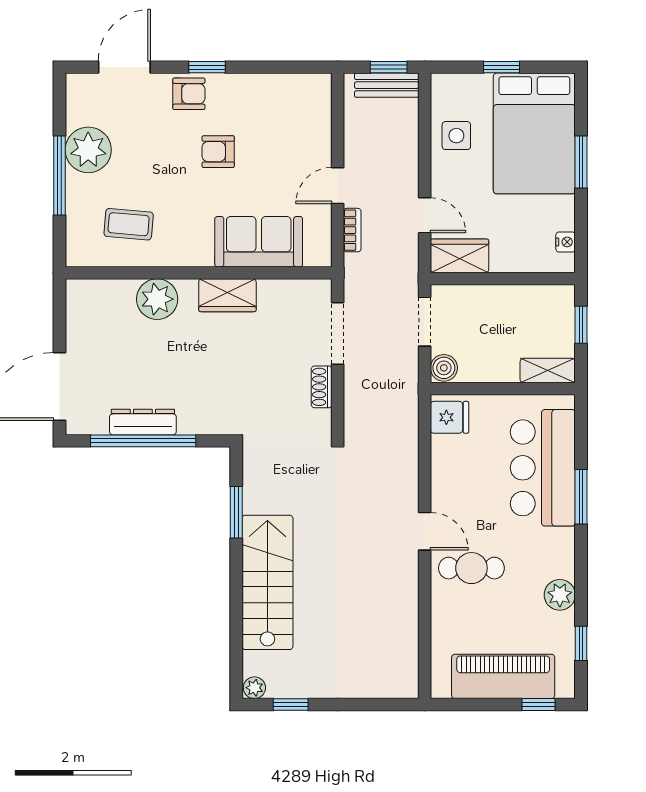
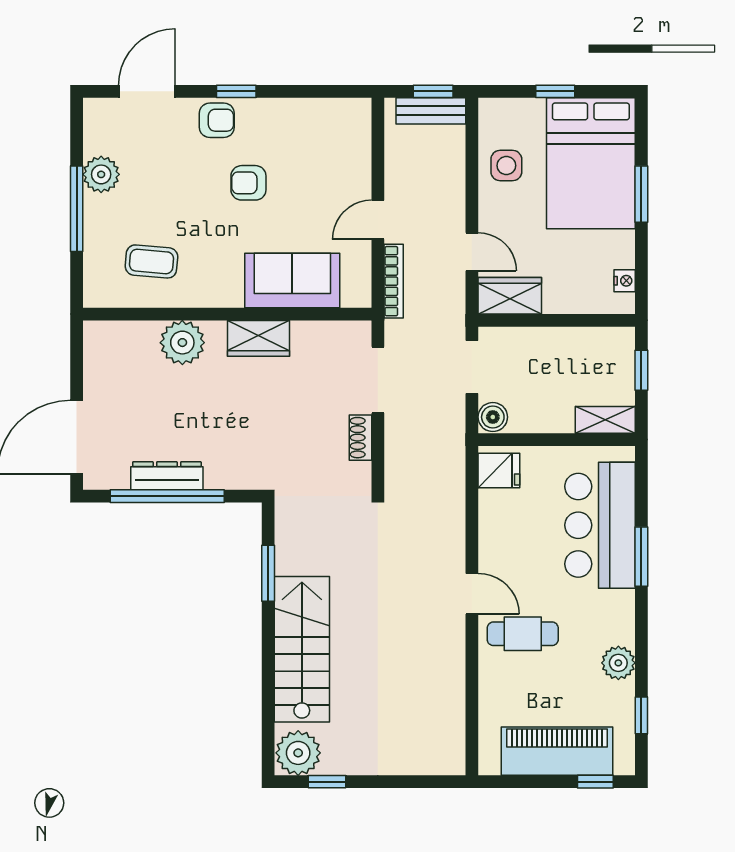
plant: (88, 150) -> (101, 174), width x0.73, depth x0.73
bookcase: (352, 230) -> (394, 281), width x1.56
plant: (254, 688) -> (298, 753), width x1.88, depth x1.88

